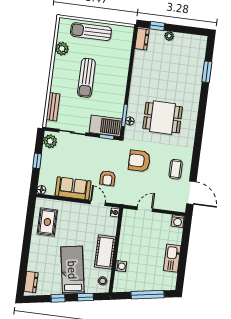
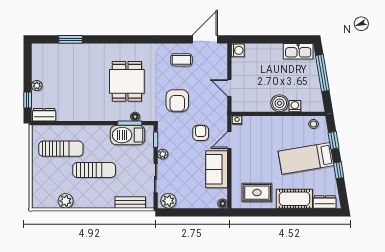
sun lounger: (91, 32) -> (61, 149), moved, turned -90
barbecue: (106, 126) -> (128, 135), moved, turned -90
plant: (93, 141) -> (163, 154), added
window: (37, 161) -> (192, 212), removed
armchair: (108, 178) -> (201, 133), turned -90
cot: (105, 252) -> (294, 199), moved
boiler: (125, 253) -> (280, 103), added
kitchen sink: (172, 258) -> (298, 51), moved

